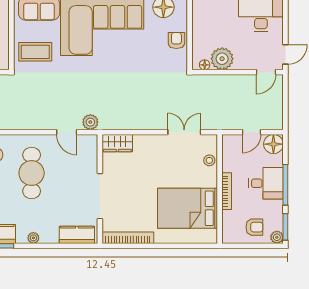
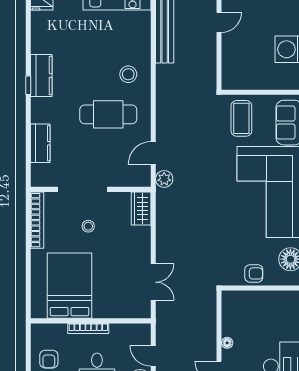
plant: (222, 59) -> (234, 324), removed
floor lamp: (205, 65) -> (227, 343), moved
stool: (209, 160) -> (88, 226), moved
kitchen counter: (77, 235) -> (40, 143), moved
plant: (33, 238) -> (37, 116), removed

